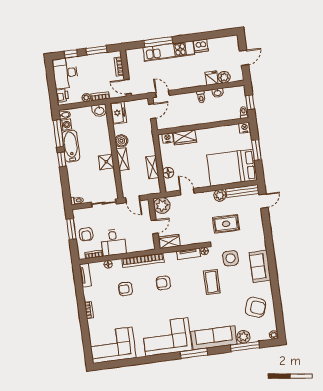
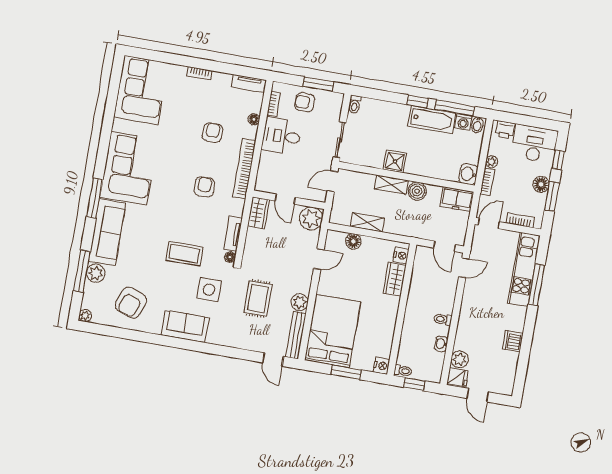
kitchen unit: (169, 51) -> (524, 269), moved
floor lamp: (91, 60) -> (541, 184), added
fridge: (212, 78) -> (458, 377), moved

